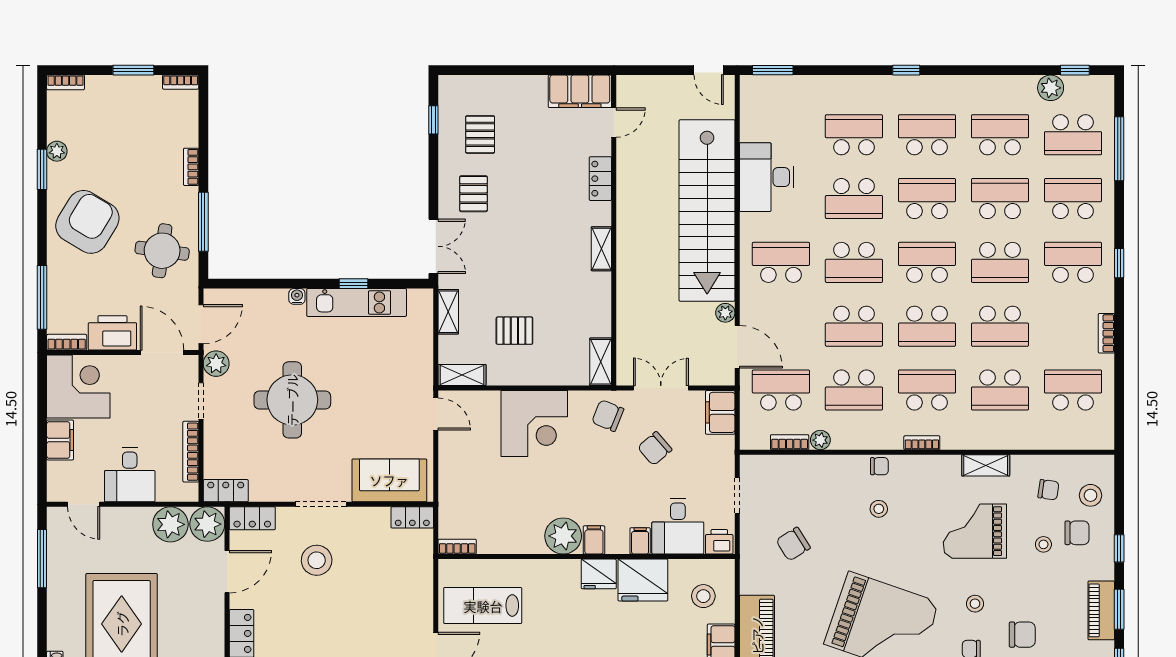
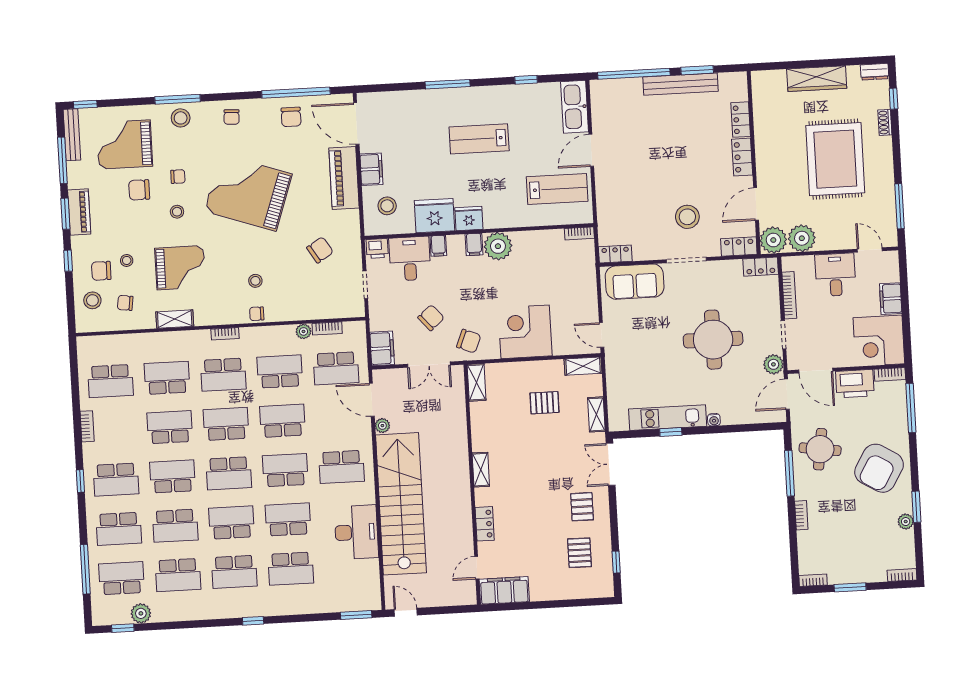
school desk: (927, 199) -> (232, 523), turned 180

